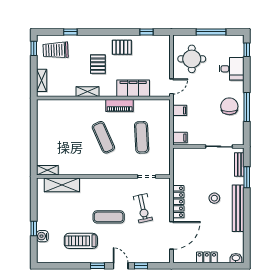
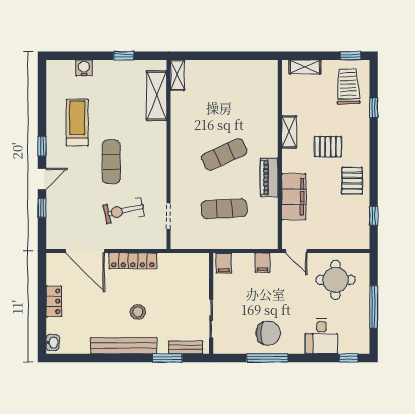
window: (34, 228) -> (124, 56), moved

